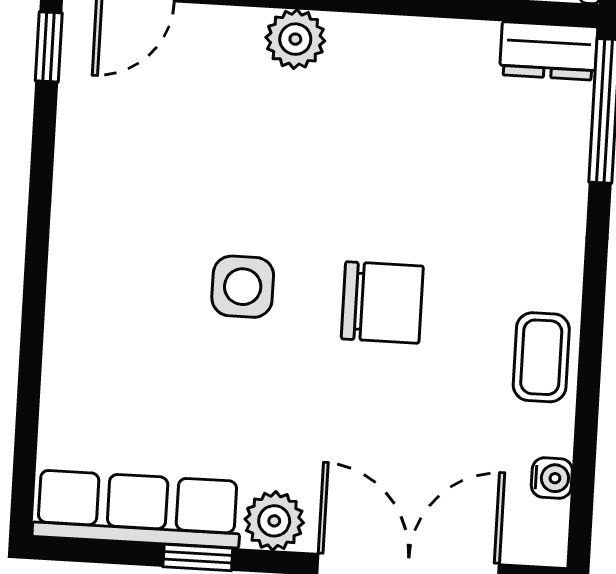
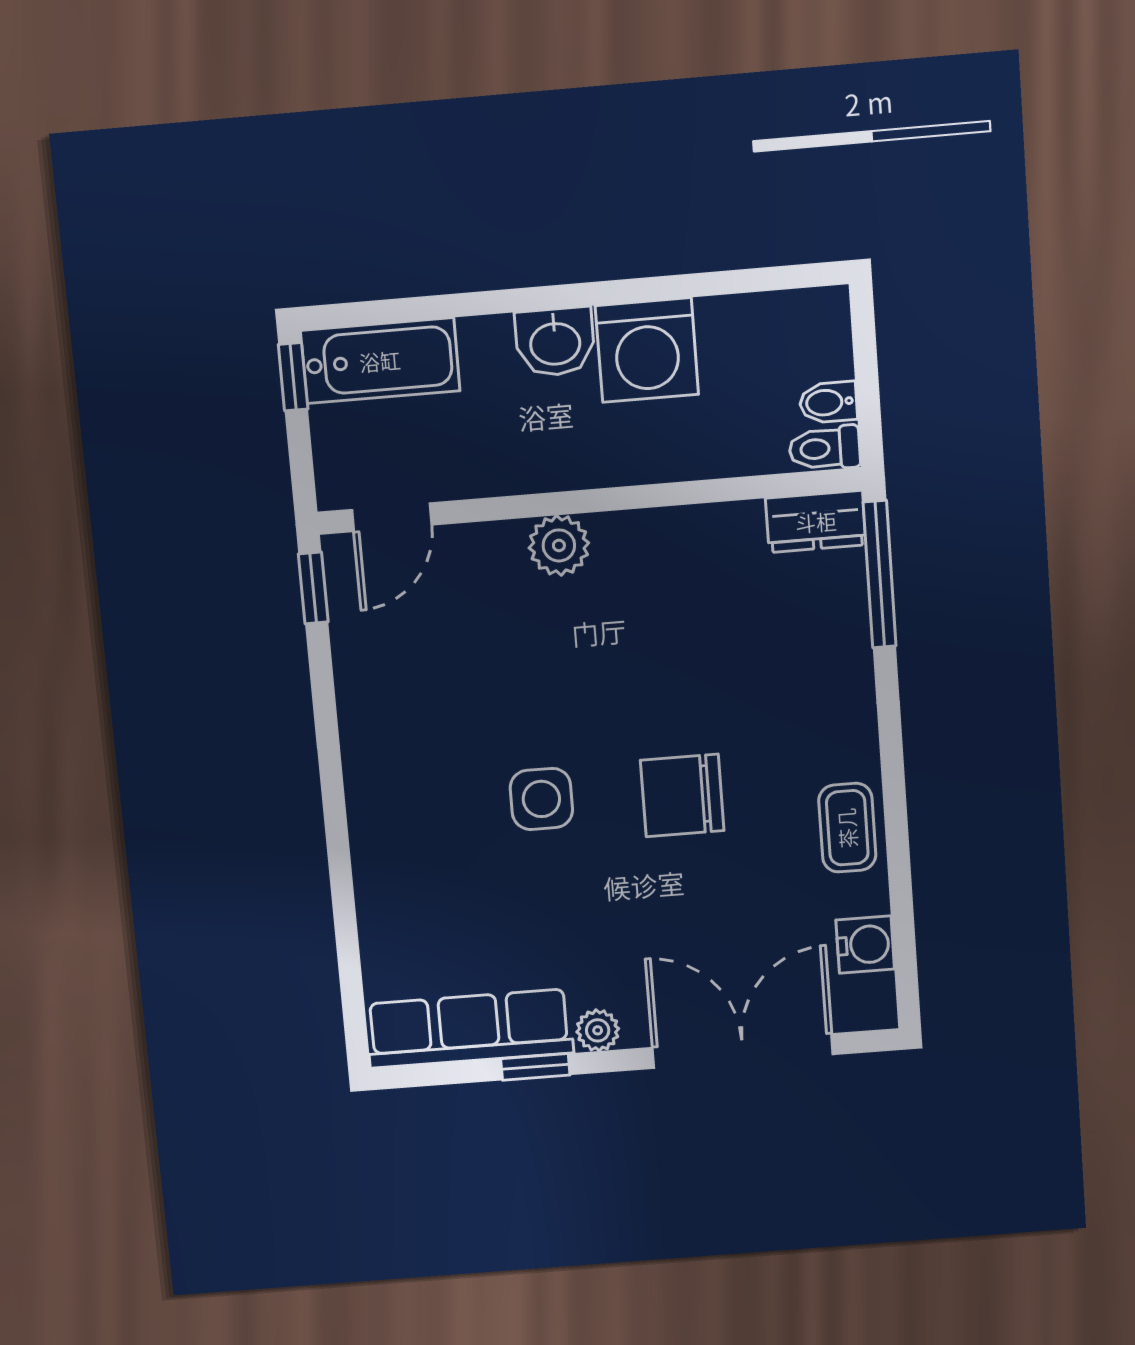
chair: (382, 302) -> (682, 795), turned 180
water cooler: (552, 478) -> (865, 945), width x1.38, depth x1.38
plant: (274, 521) -> (598, 1030), width x0.73, depth x0.73

